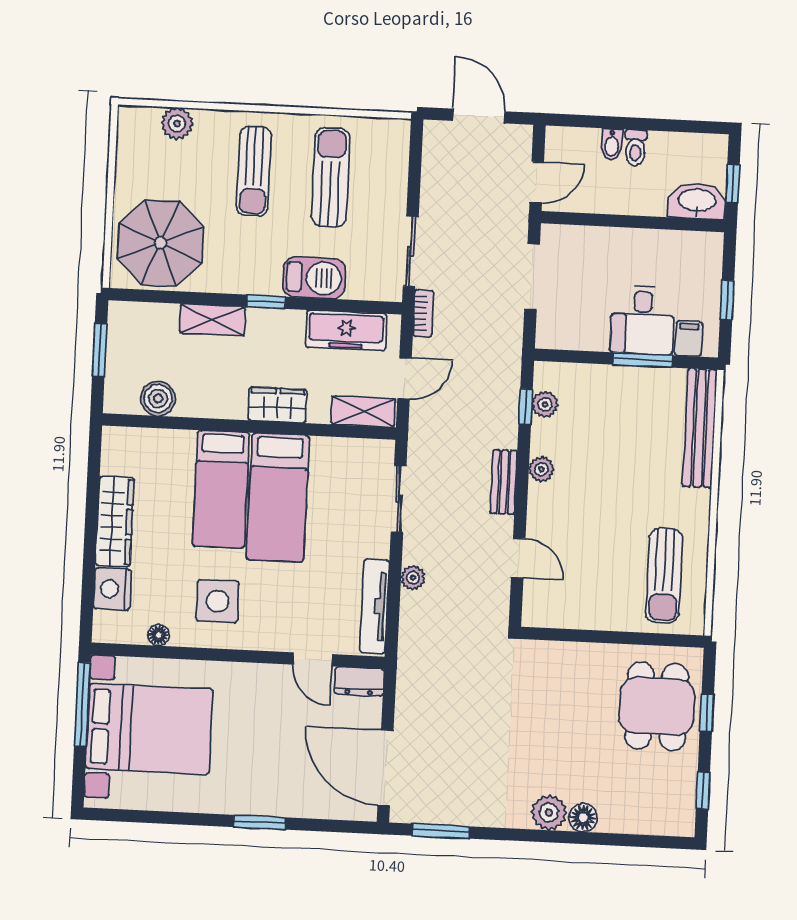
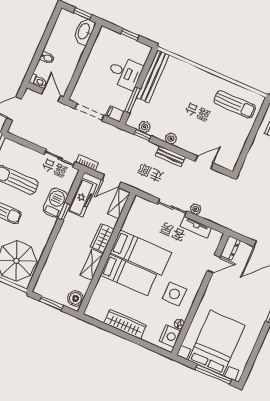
toilet: (635, 148) -> (38, 81), moved
window: (266, 302) -> (64, 211), moved
shelving: (212, 320) -> (92, 264), moved
filing cabinet: (689, 339) -> (115, 114), moved
window: (643, 360) -> (132, 100), moved
door: (405, 378) -> (111, 181), swing flipped
boiler: (158, 399) -> (76, 298), moved
bench: (700, 428) -> (153, 76), moved, turned 90
sliding door: (399, 499) -> (172, 208), moved
nightstand: (112, 589) -> (170, 336), moved, turned -90
tv unit: (375, 606) -> (196, 227), width x0.71
window: (82, 704) -> (213, 374), moved

